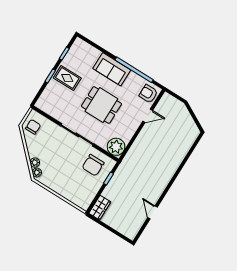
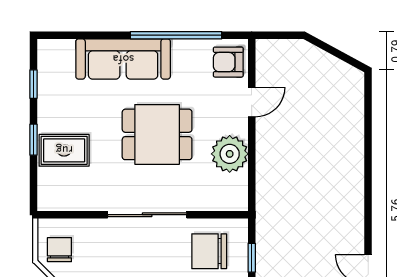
sofa: (112, 69) -> (123, 59), width x1.36
rug: (67, 78) -> (64, 150), moved
plant: (116, 147) -> (230, 154), moved
chair: (93, 165) -> (209, 251), turned 90

